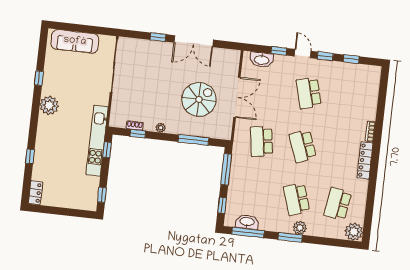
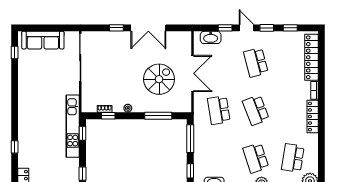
window: (39, 78) -> (15, 52), moved
locker: (371, 94) -> (312, 57), added
plant: (49, 105) -> (27, 100), removed

